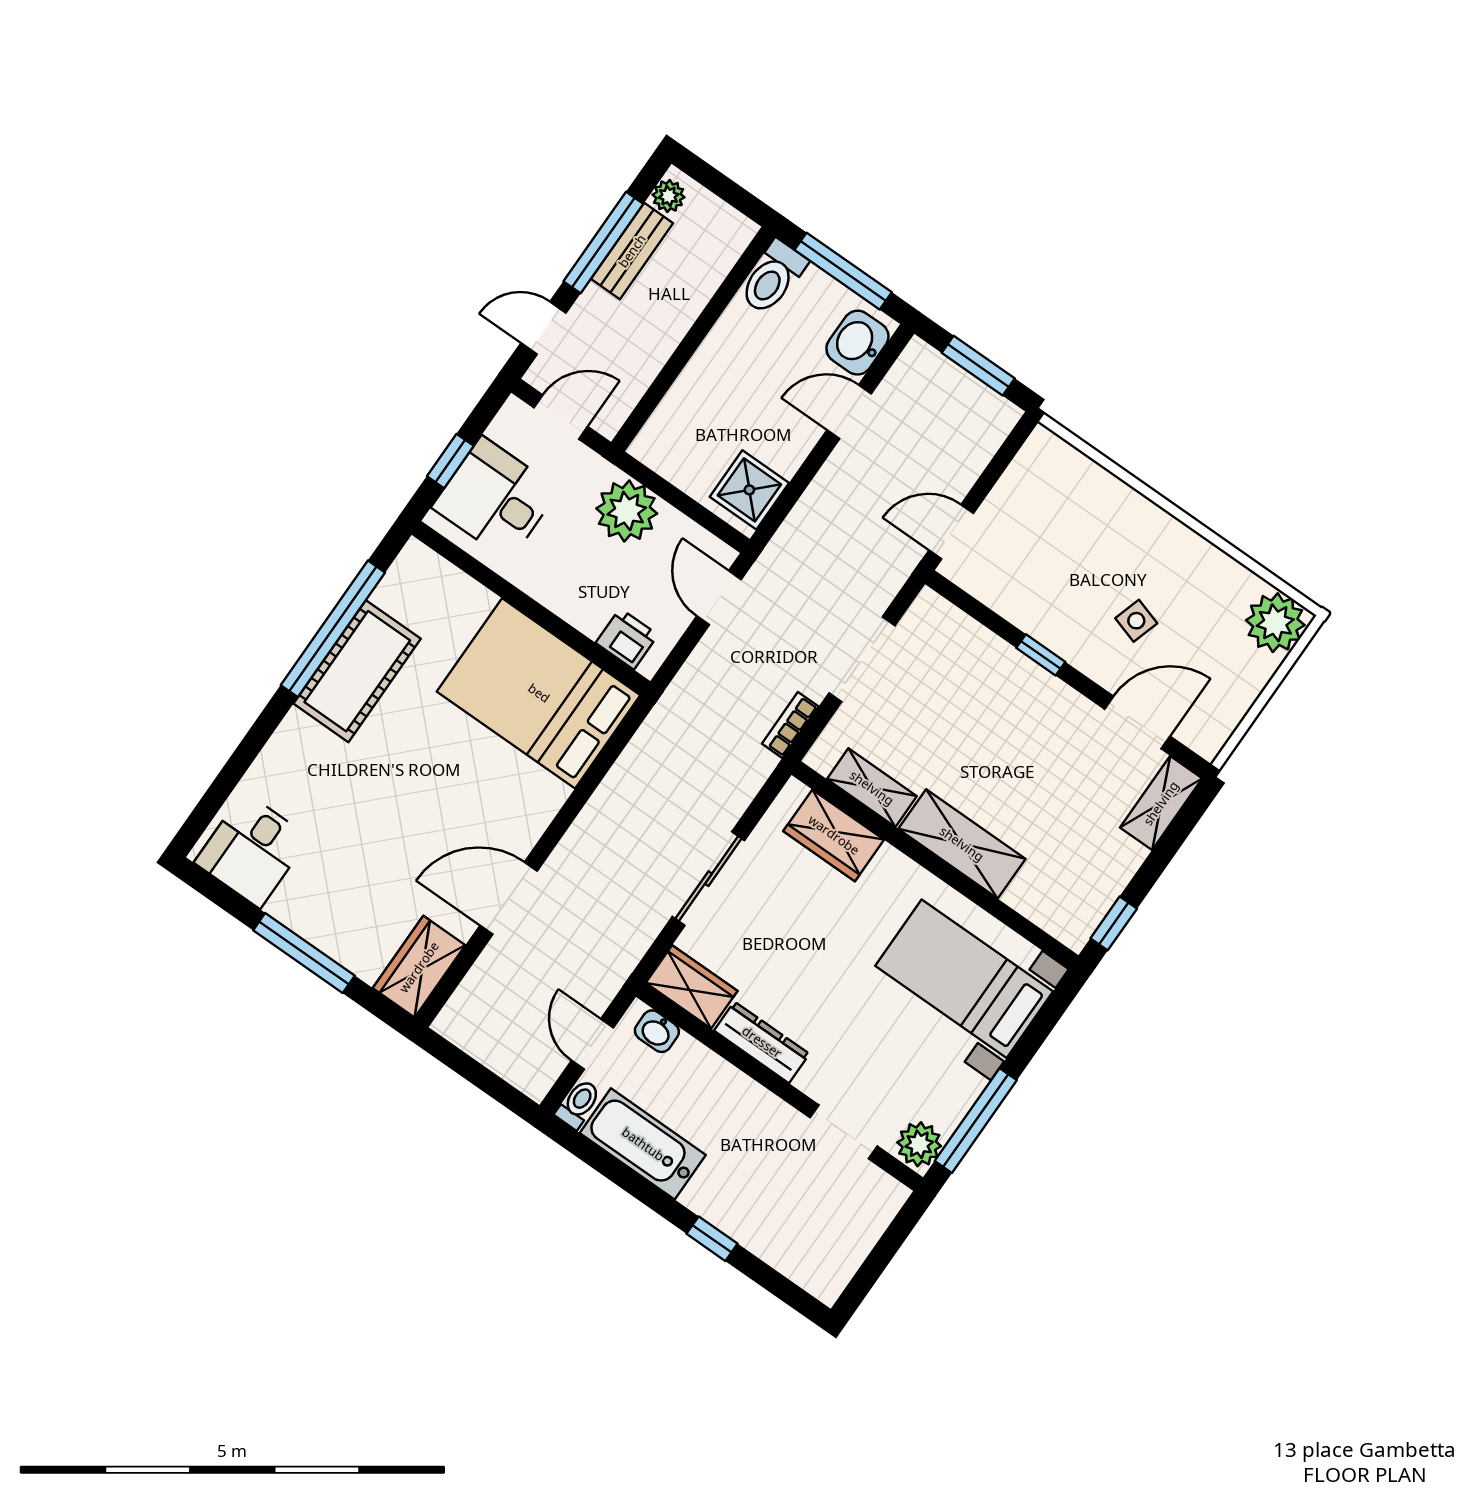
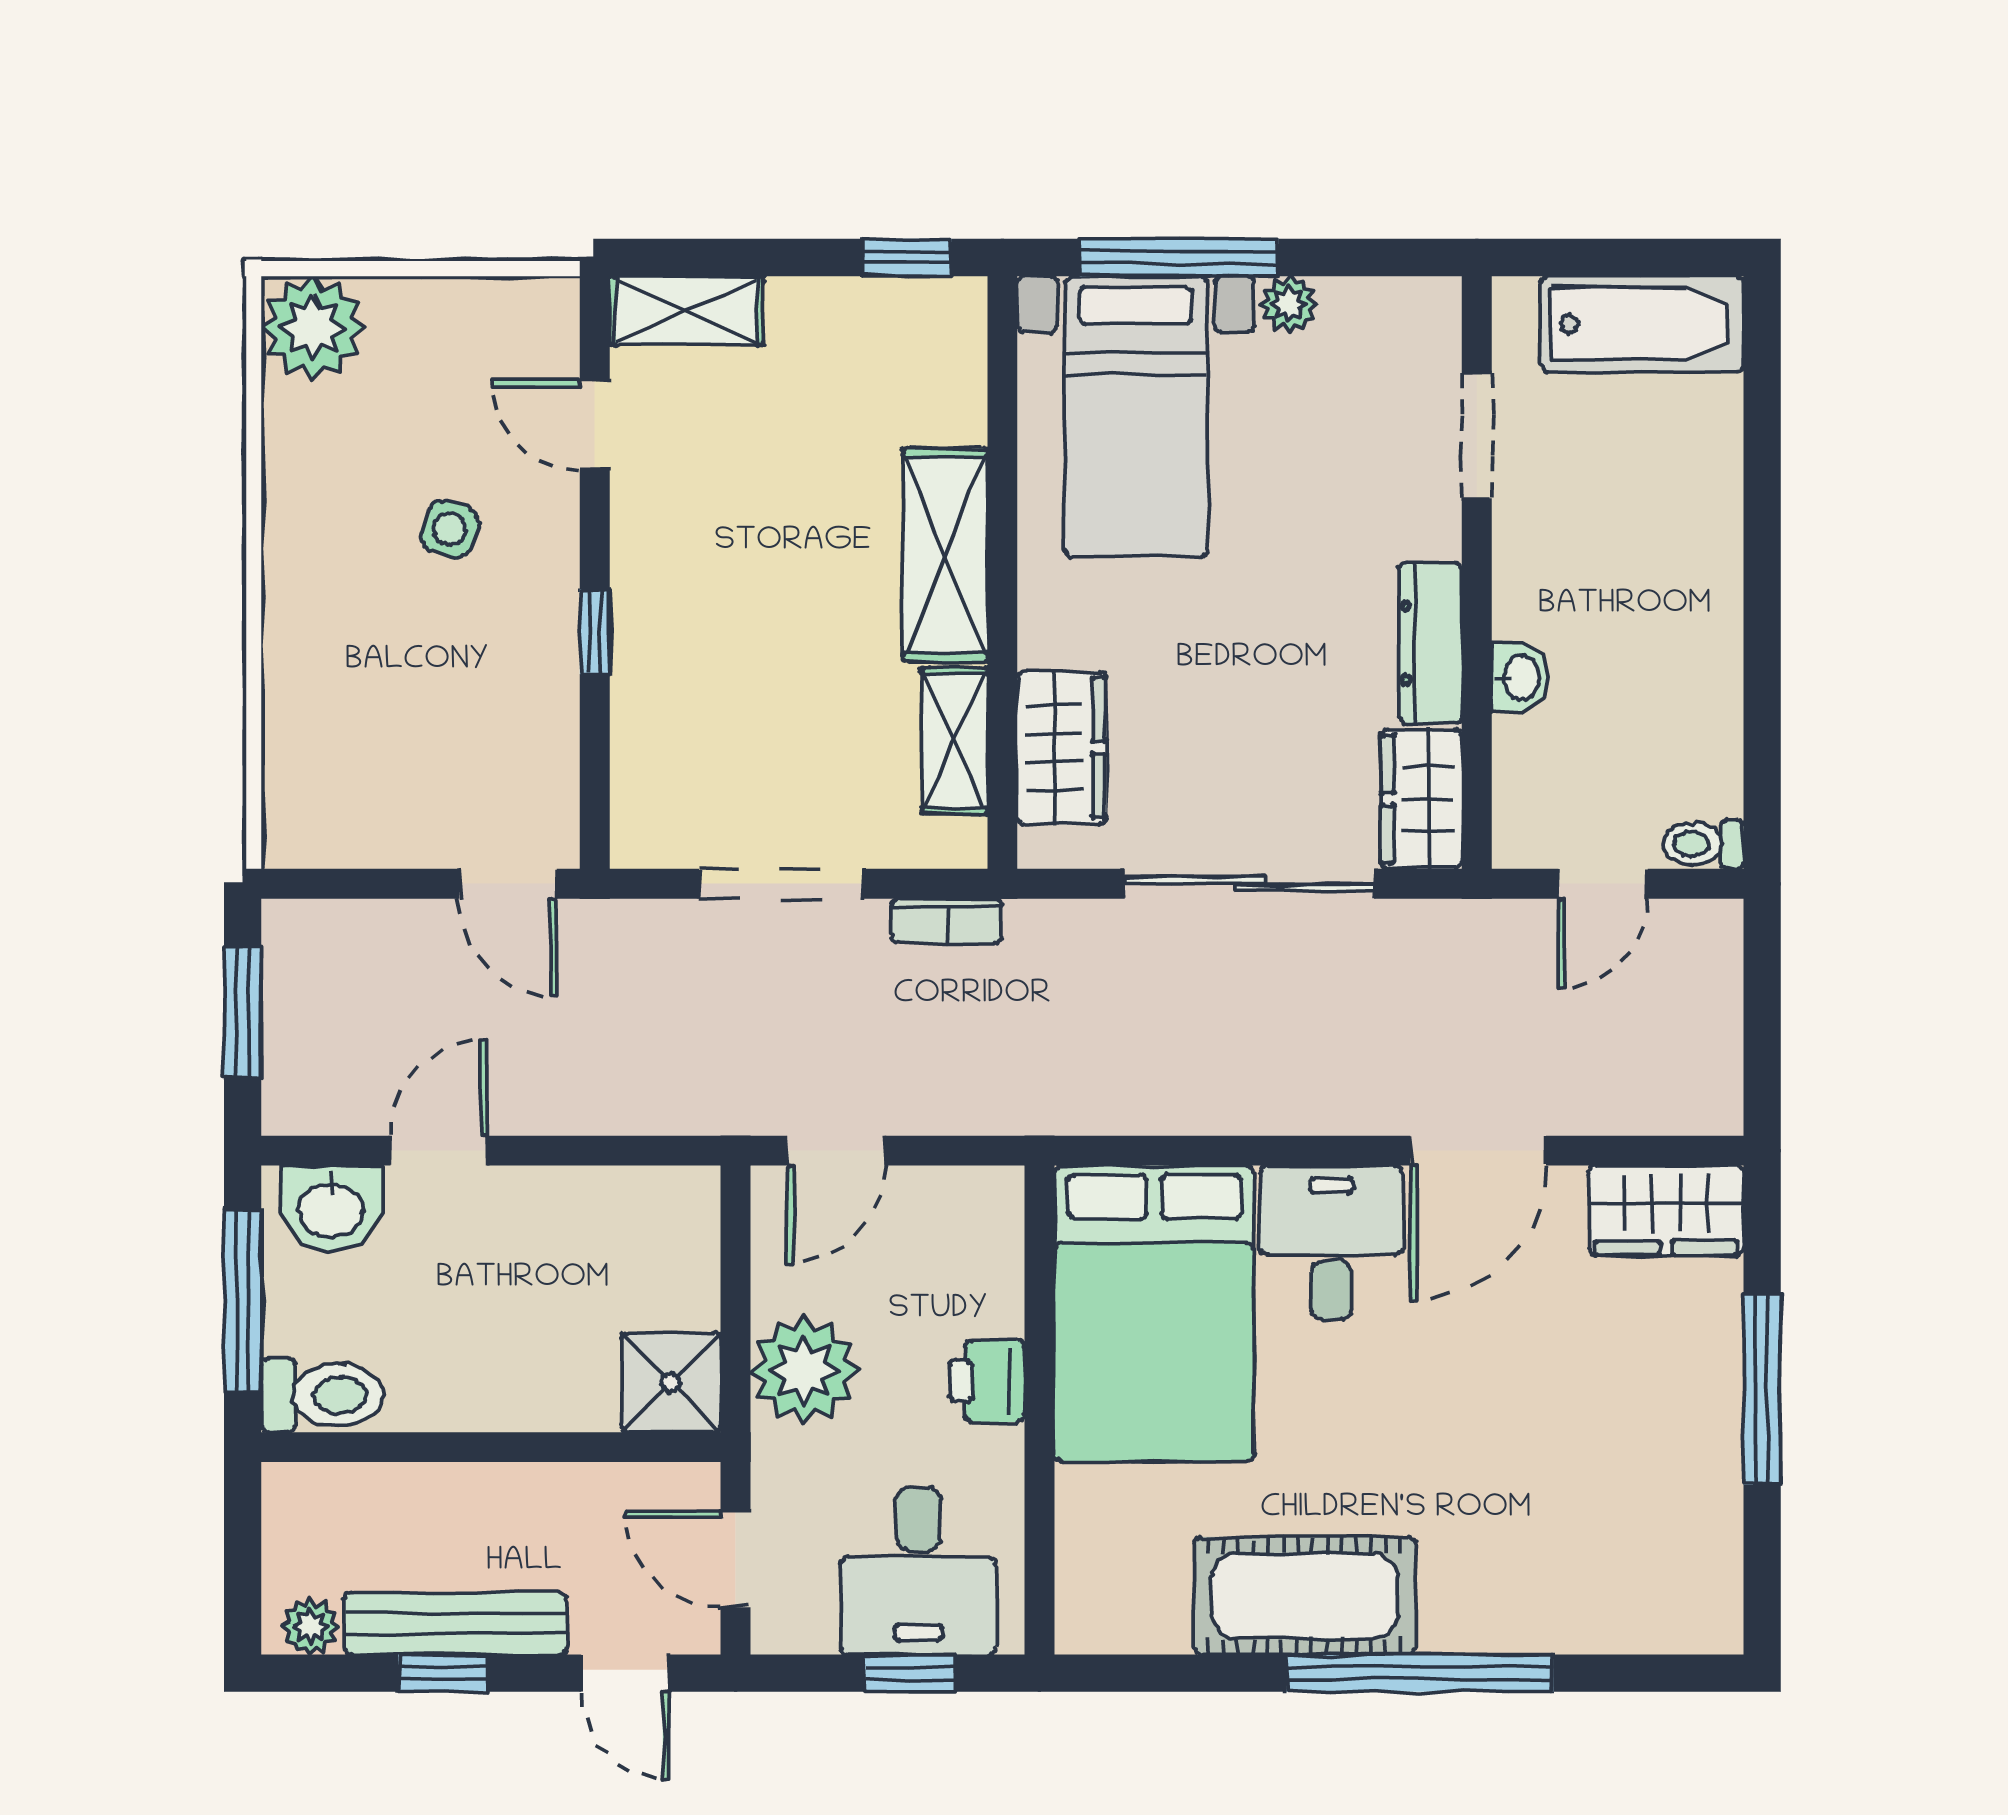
window: (603, 243) -> (443, 1673), width x0.46
bench: (632, 251) -> (456, 1624), width x1.36
door: (849, 412) -> (439, 1151), swing flipped
shower: (749, 490) -> (671, 1382), moved
window: (333, 629) -> (1420, 1673), moved
printer: (627, 639) -> (987, 1381), moved
door: (1137, 723) -> (595, 425), width x0.73
desk: (252, 850) -> (1331, 1242), moved, turned -90
sliding door: (708, 879) -> (1249, 884), width x1.37
door: (509, 898) -> (1478, 1151), hinge flipped
washbasin: (657, 1031) -> (1520, 677), moved
window: (976, 1121) -> (1179, 257), moved
bathtub: (643, 1144) -> (1642, 324), moved, turned -90
plant: (919, 1144) -> (1289, 304), moved, width x0.73, depth x0.73
window: (712, 1239) -> (1762, 517), removed

